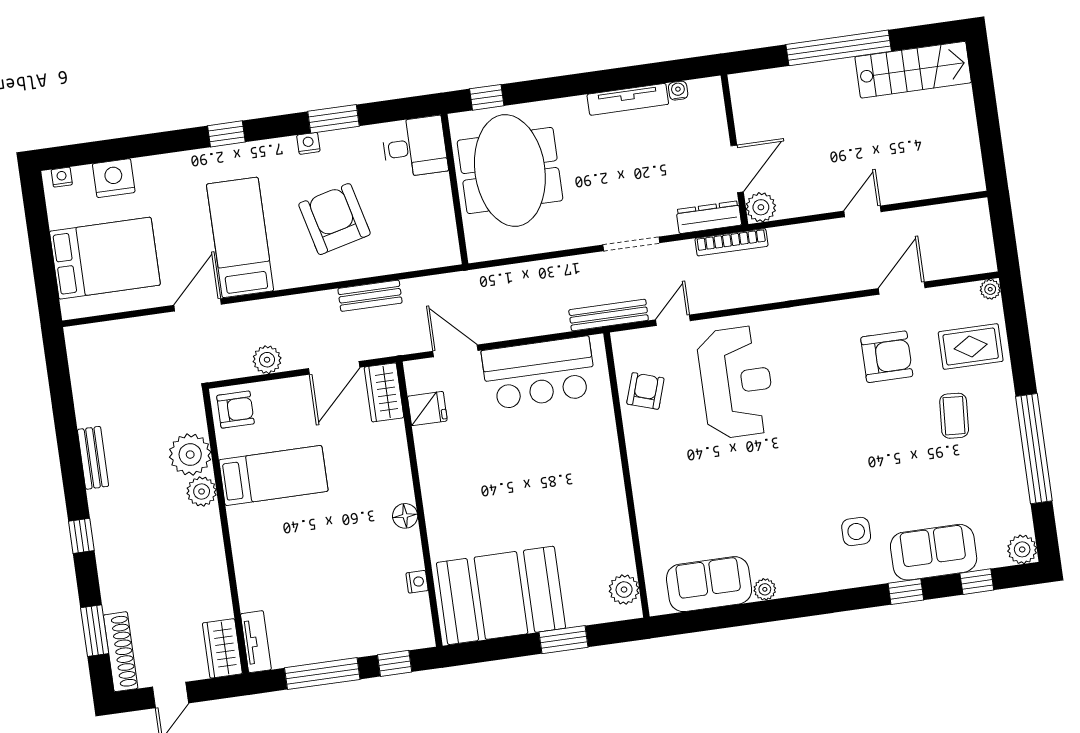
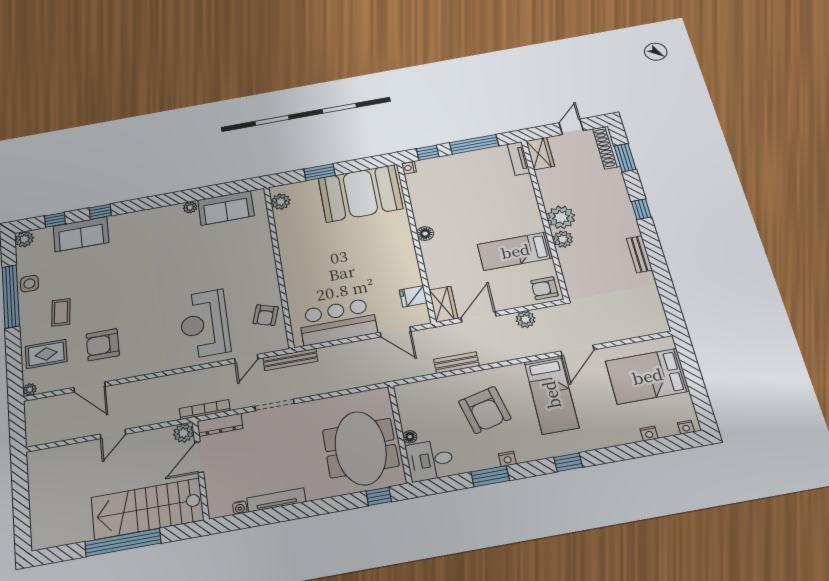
stairs: (913, 70) -> (147, 509), moved, width x1.36, depth x1.51
nightstand: (114, 178) -> (649, 434), width x0.53, depth x0.56
floor lamp: (441, 184) -> (410, 437), added
door: (902, 288) -> (90, 387), hinge flipped
plant: (190, 455) -> (561, 217), moved
side table: (856, 532) -> (29, 284), moved
nightstand: (417, 582) -> (409, 168), moved

